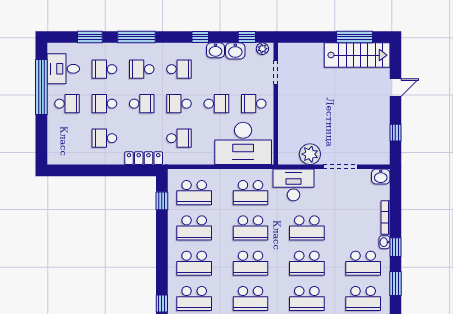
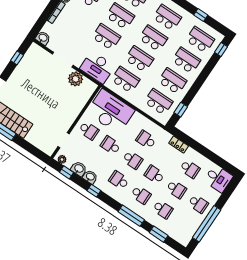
desk: (63, 69) -> (218, 178), moved
school desk: (67, 104) -> (198, 204), turned 180
locker: (144, 158) -> (179, 145), width x0.66

